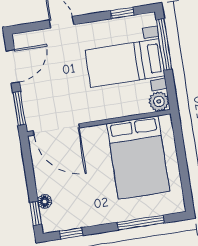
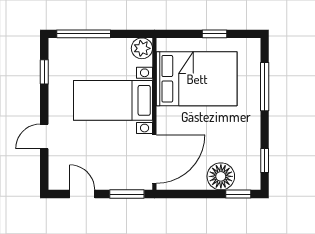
bed with nightstands: (125, 63) -> (113, 100), moved, turned 90
door: (13, 66) -> (82, 194), width x0.73
window: (183, 168) -> (215, 34), added
floor lamp: (45, 201) -> (221, 176), width x1.89, depth x1.89

